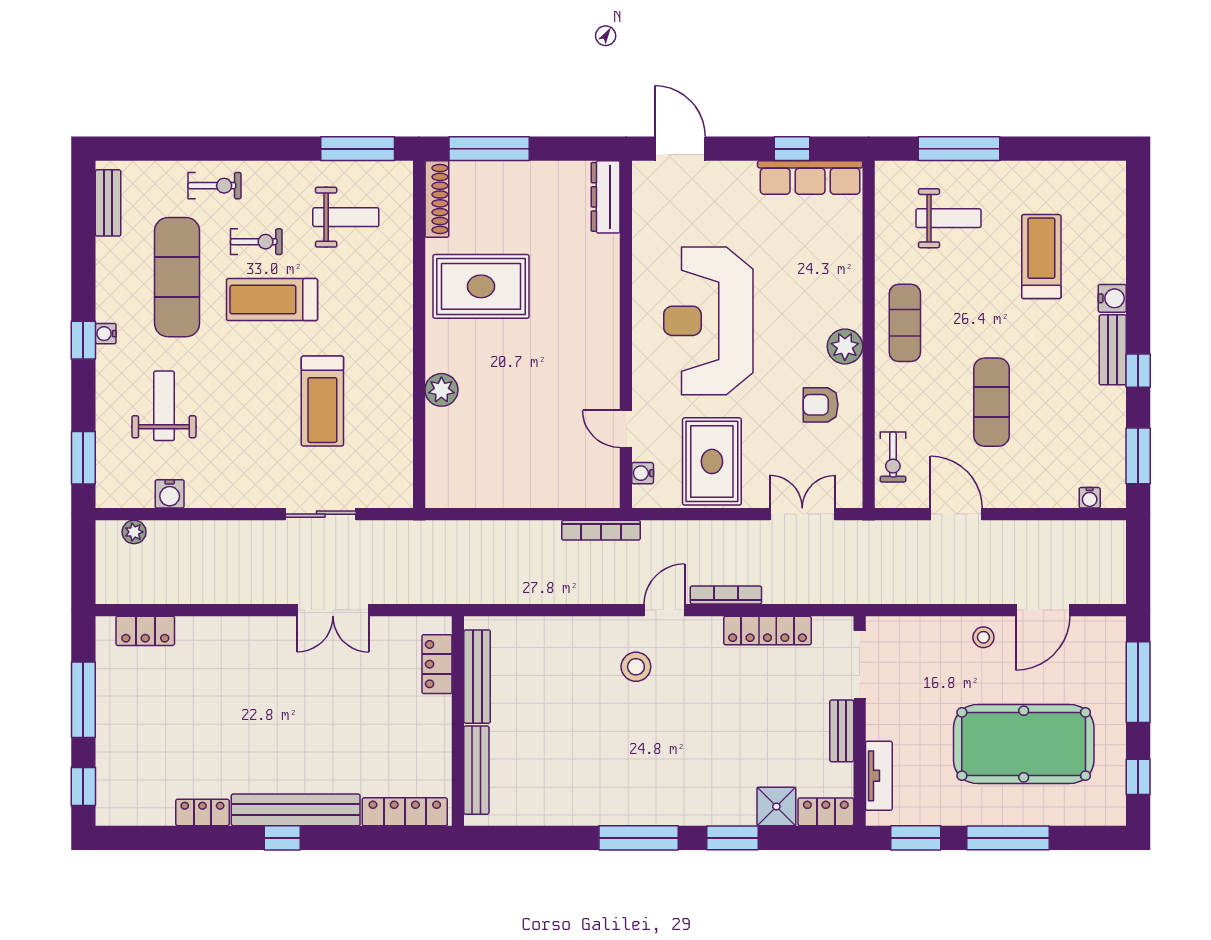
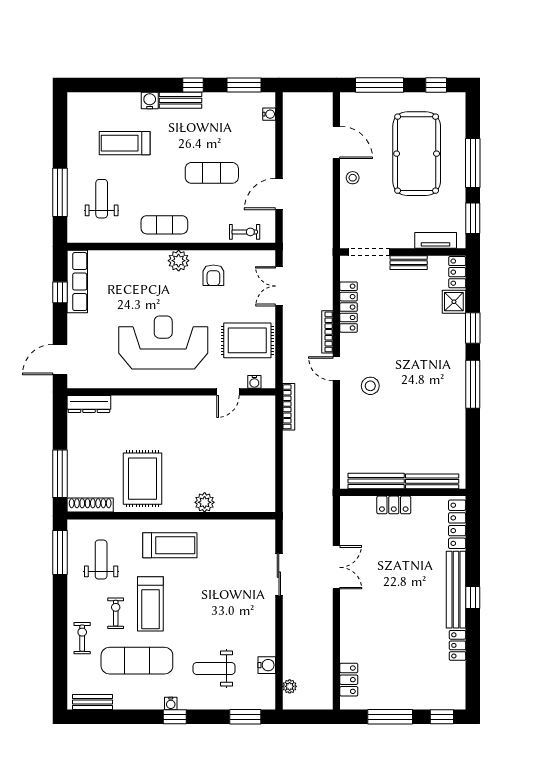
reception desk: (708, 321) -> (163, 343), turned 180
treadmill: (322, 401) -> (170, 545), moved
locker: (437, 664) -> (394, 505), moved

